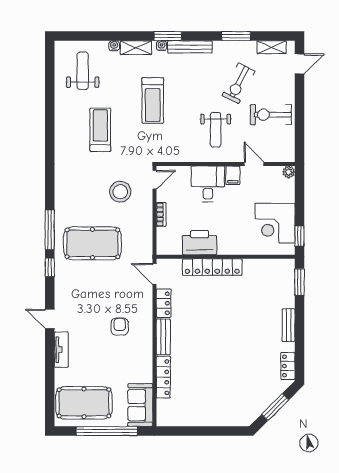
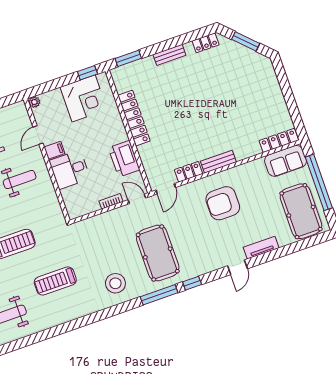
door: (155, 180) -> (137, 199), moved
stool: (120, 192) -> (115, 283), moved
locker: (212, 267) -> (134, 118), moved
armchair: (120, 327) -> (223, 203), width x1.88, depth x1.88
locker: (163, 377) -> (279, 140), moved

